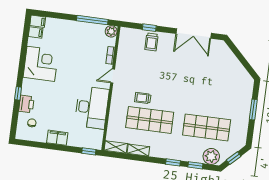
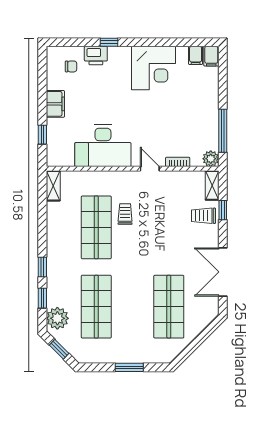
shop shelf: (213, 75) -> (169, 307), added
shelving: (138, 150) -> (212, 185), moved
window: (89, 151) -> (42, 135), moved

